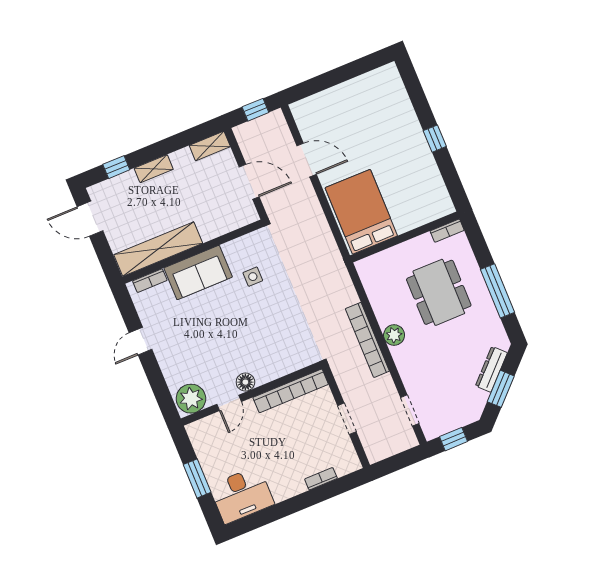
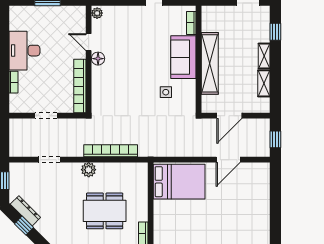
shelving: (210, 146) -> (264, 83), moved
shelving: (158, 249) -> (210, 63), moved
bookcase: (367, 340) -> (111, 151), moved
dresser: (491, 369) -> (25, 211), moved
window: (501, 389) -> (24, 226), width x0.67
plant: (191, 399) -> (97, 13), width x0.53, depth x0.53
doorway: (410, 410) -> (49, 160), moved
desk: (242, 495) -> (24, 51), moved

